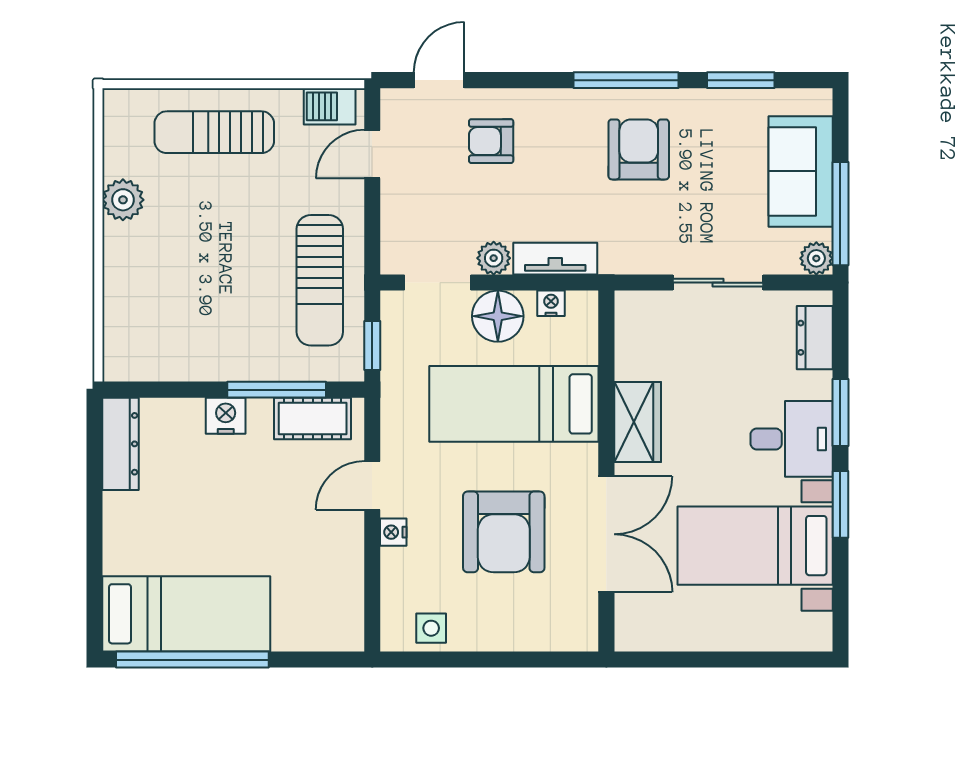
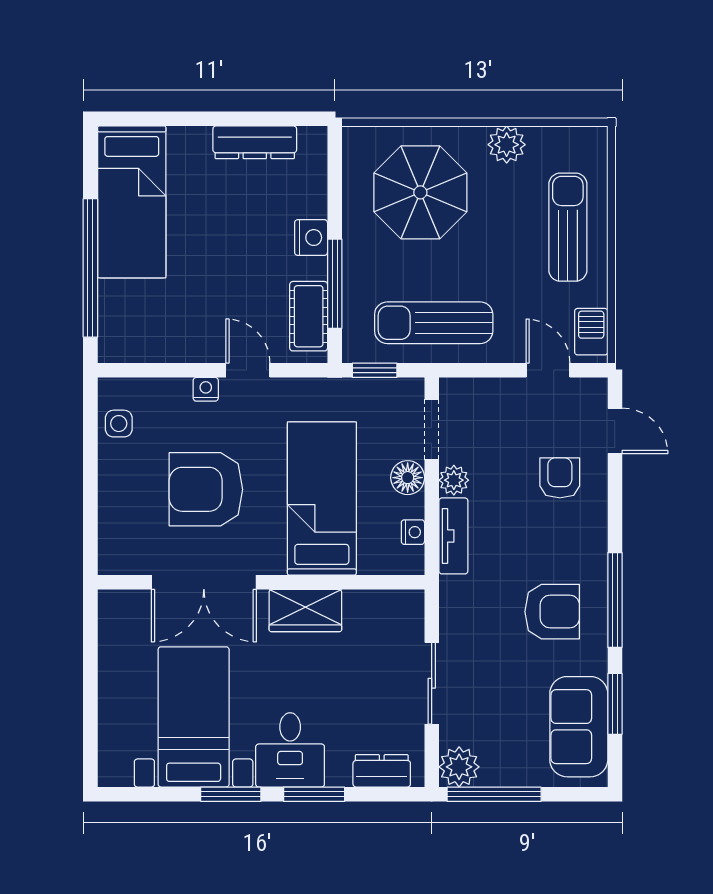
sofa: (801, 171) -> (579, 727), moved, turned -90
plant: (816, 258) -> (459, 767), width x1.38, depth x1.38
parasol: (176, 295) -> (420, 192), added
floor lamp: (498, 316) -> (408, 478), width x0.73, depth x0.73
dresser: (120, 444) -> (255, 142), moved
window: (192, 660) -> (90, 268), moved

